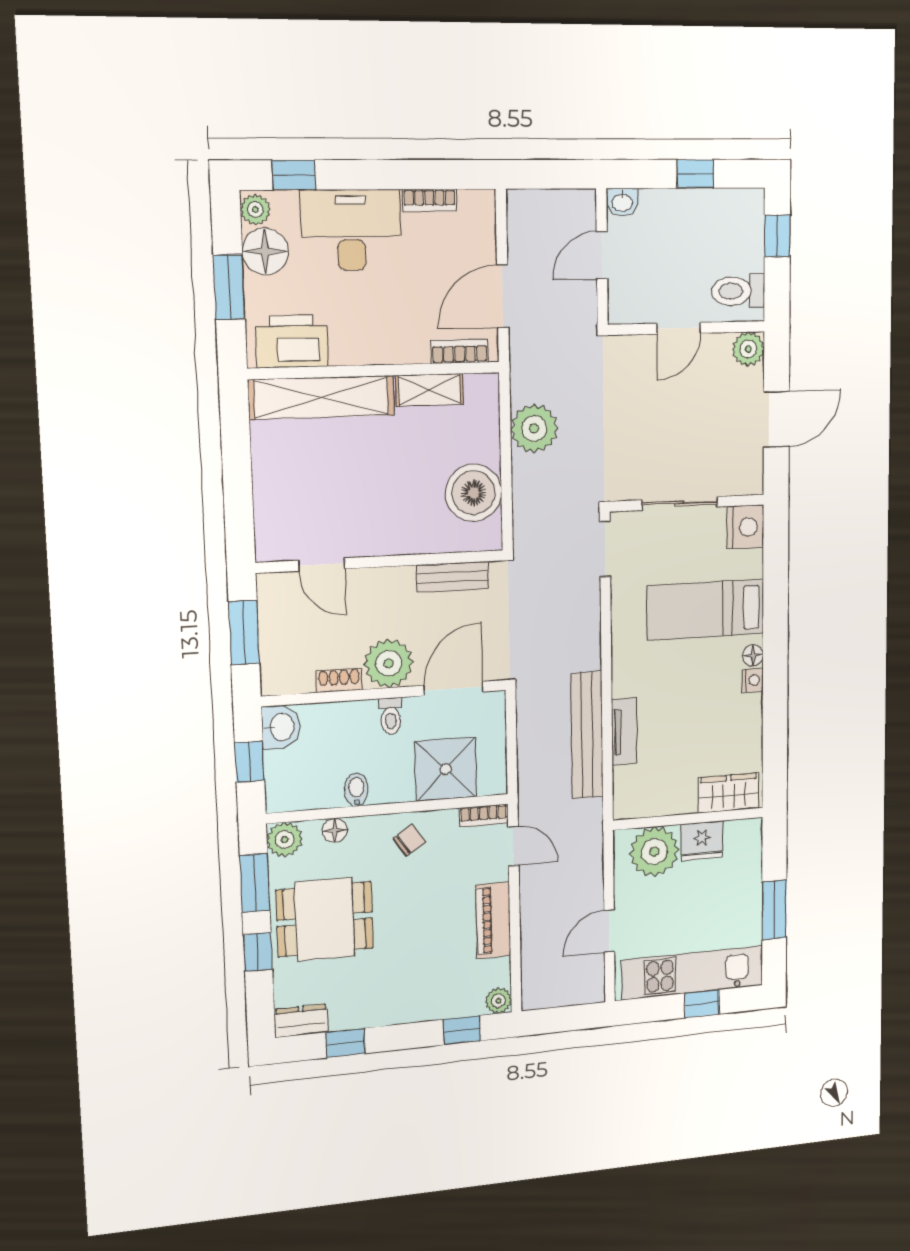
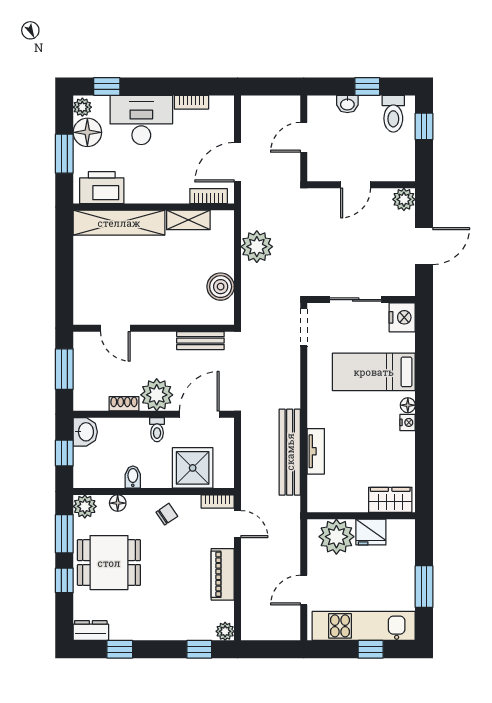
washbasin: (622, 202) -> (347, 104), moved
toilet: (738, 291) -> (393, 114), moved, turned -90
boiler: (474, 493) -> (221, 287), width x0.73, depth x0.73

